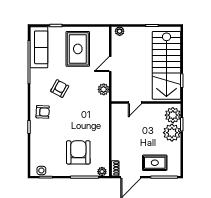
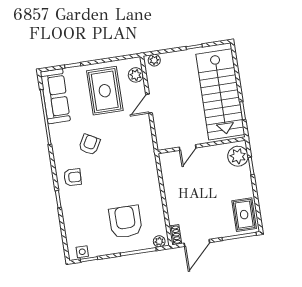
plant: (104, 89) -> (136, 75), moved
plant: (172, 133) -> (240, 179), removed
rug: (155, 163) -> (244, 215), moved, turned 90

